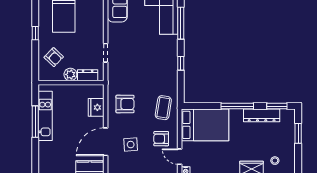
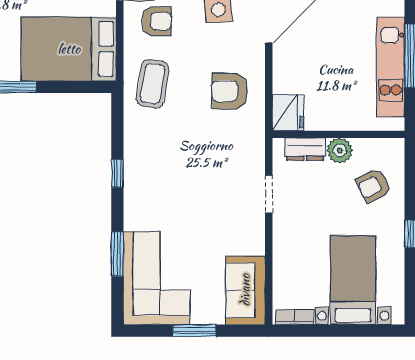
window: (181, 23) -> (117, 254), width x0.69
armchair: (54, 57) -> (373, 186), turned -71
fridge: (96, 107) -> (288, 113), moved

